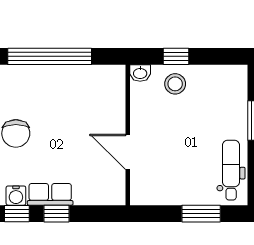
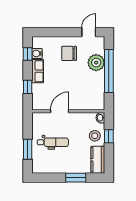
kitchen counter: (221, 78) -> (98, 160), added
plant: (34, 81) -> (96, 63), added
dental chair: (231, 170) -> (53, 142), moved
window: (57, 214) -> (28, 87), moved

